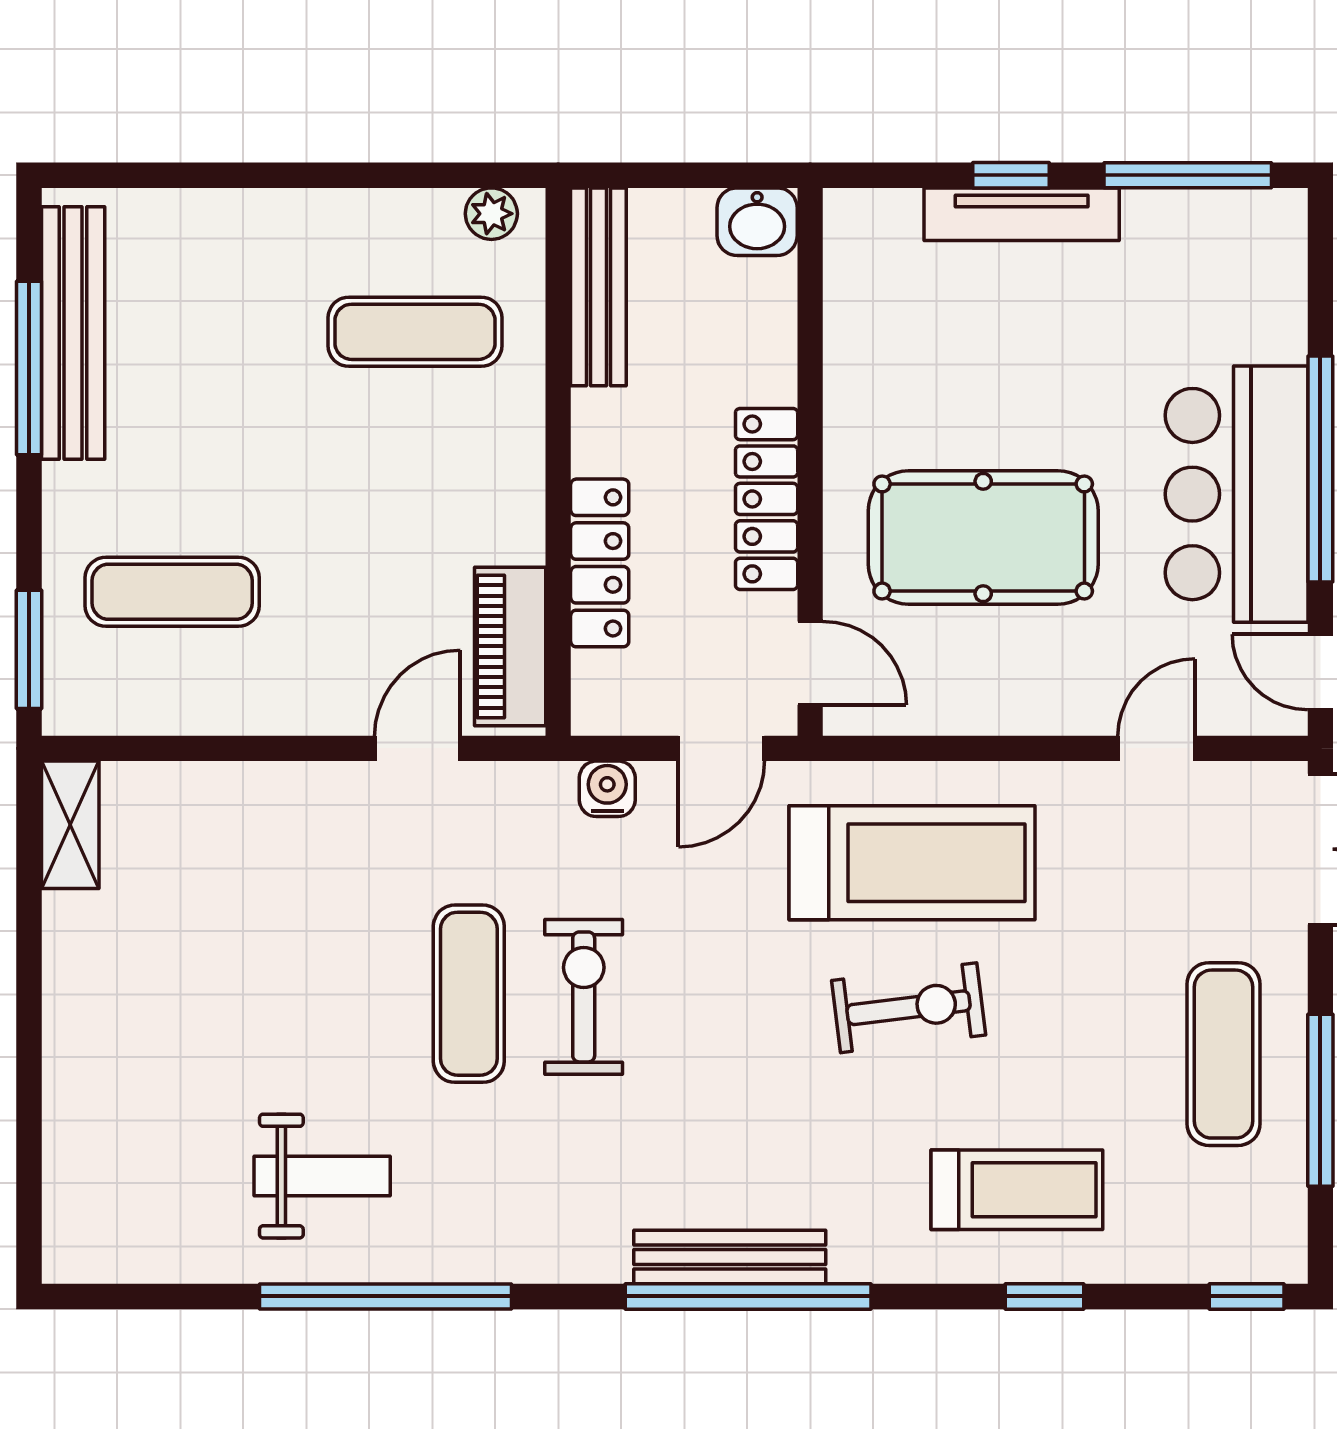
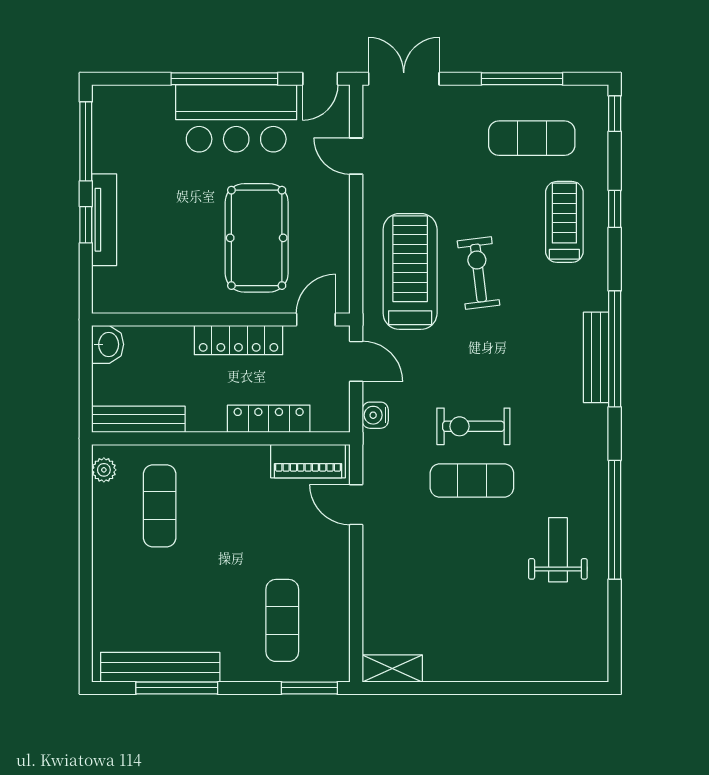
exercise mat: (1224, 1054) -> (532, 138), moved

